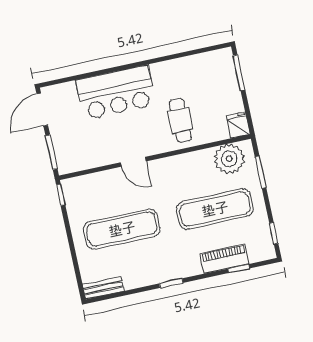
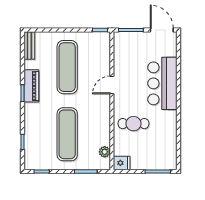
plant: (229, 159) -> (105, 152), width x0.53, depth x0.53
piano: (224, 259) -> (31, 86), moved

